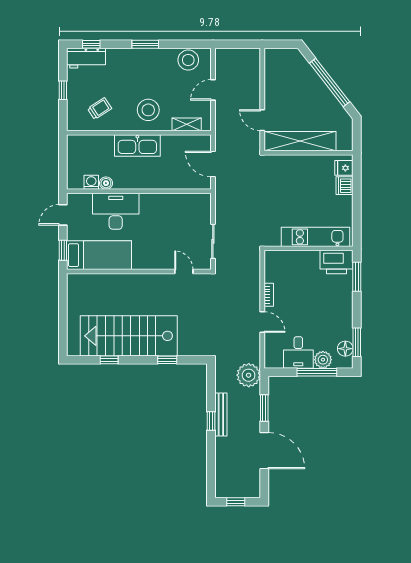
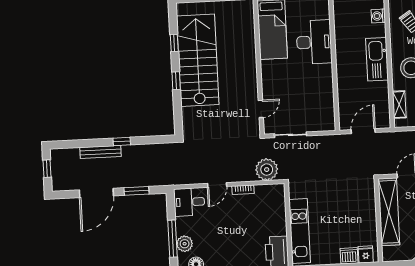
washing machine: (91, 182) -> (378, 16), moved, turned 180
boiler: (106, 183) -> (340, 32), removed
desk: (298, 352) -> (189, 202), moved
window: (167, 360) -> (176, 81), moved
plant: (249, 375) -> (267, 170), moved
bench: (221, 414) -> (100, 152), moved

